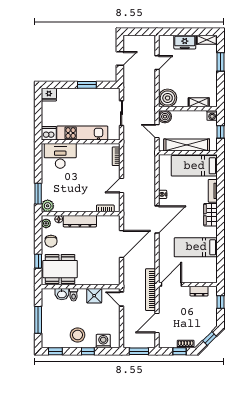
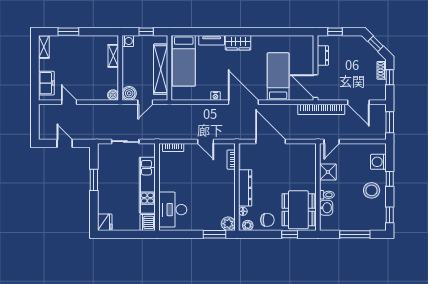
freezer: (185, 42) -> (46, 83), moved
boiler: (168, 98) -> (113, 95), width x0.54, depth x0.54
bed: (196, 247) -> (278, 77), moved, turned 180

